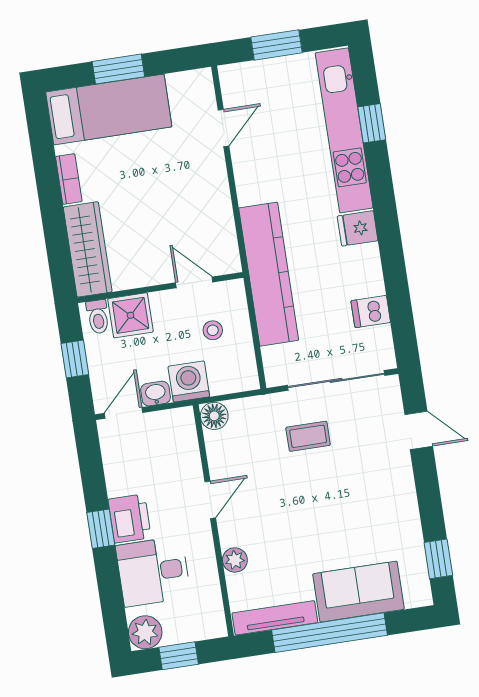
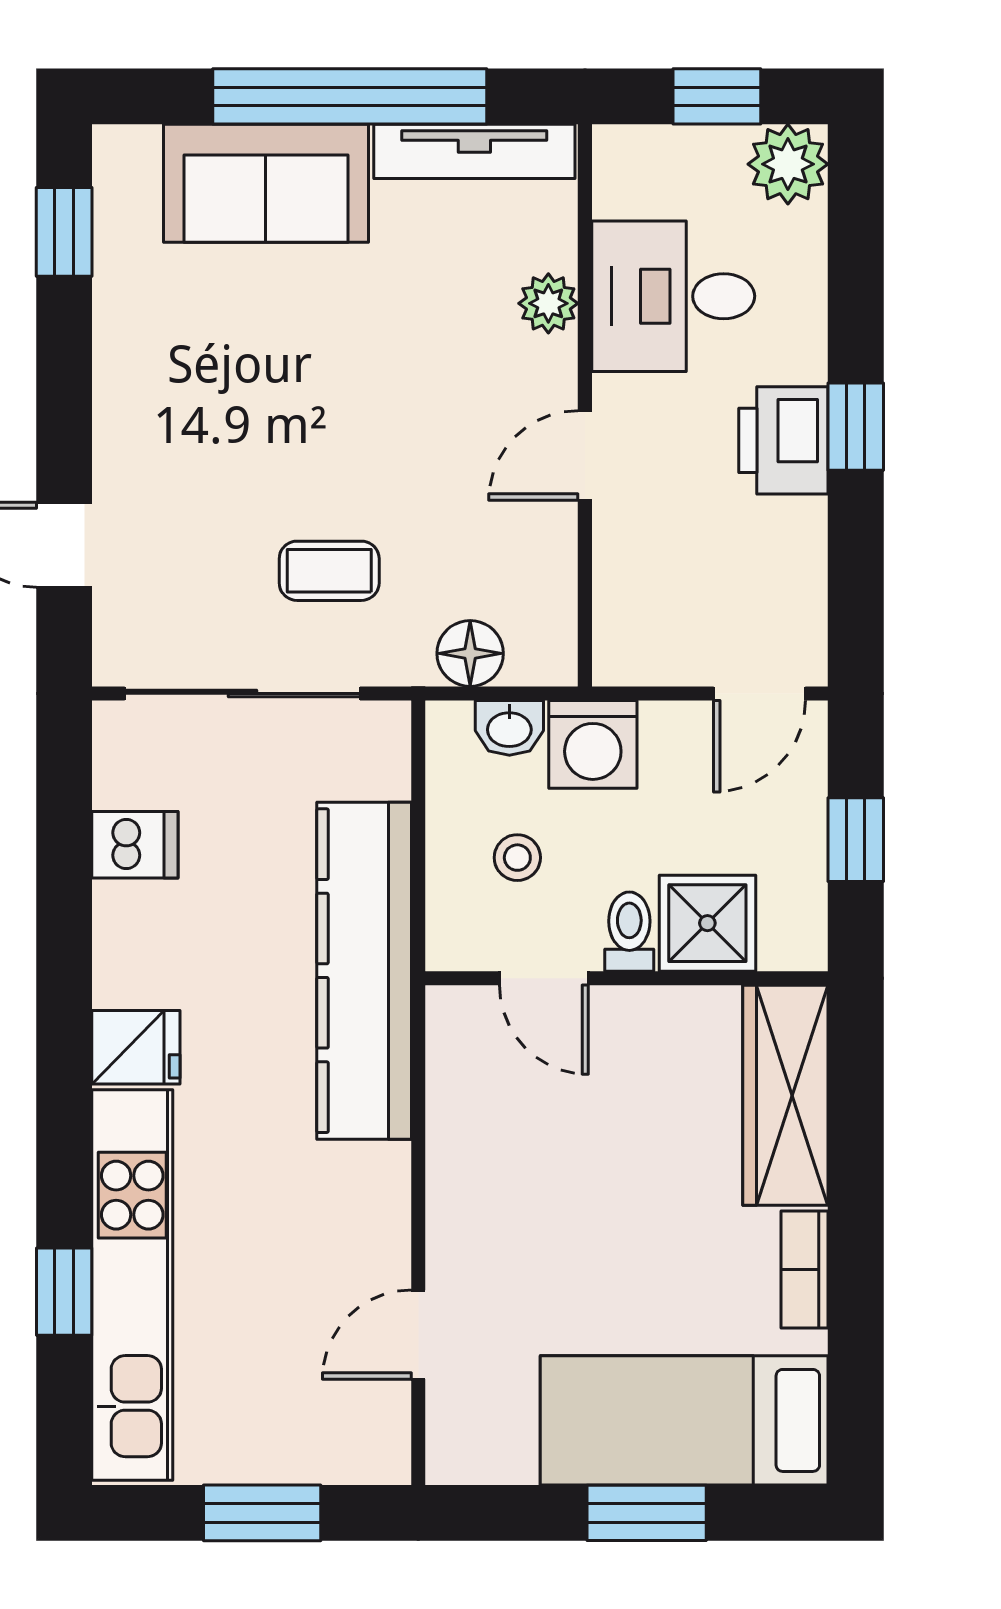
toilet: (98, 317) -> (629, 932), moved
washbasin: (156, 394) -> (509, 728), moved
floor lamp: (214, 416) -> (470, 653), moved
desk: (153, 572) -> (673, 296), moved, turned 180

